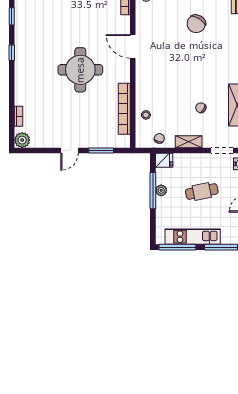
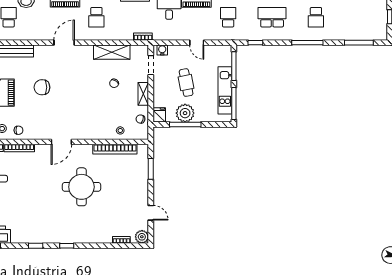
chair: (196, 24) -> (42, 87), turned 148
door: (69, 150) -> (151, 213), moved
plant: (161, 190) -> (185, 113), width x1.88, depth x1.88

